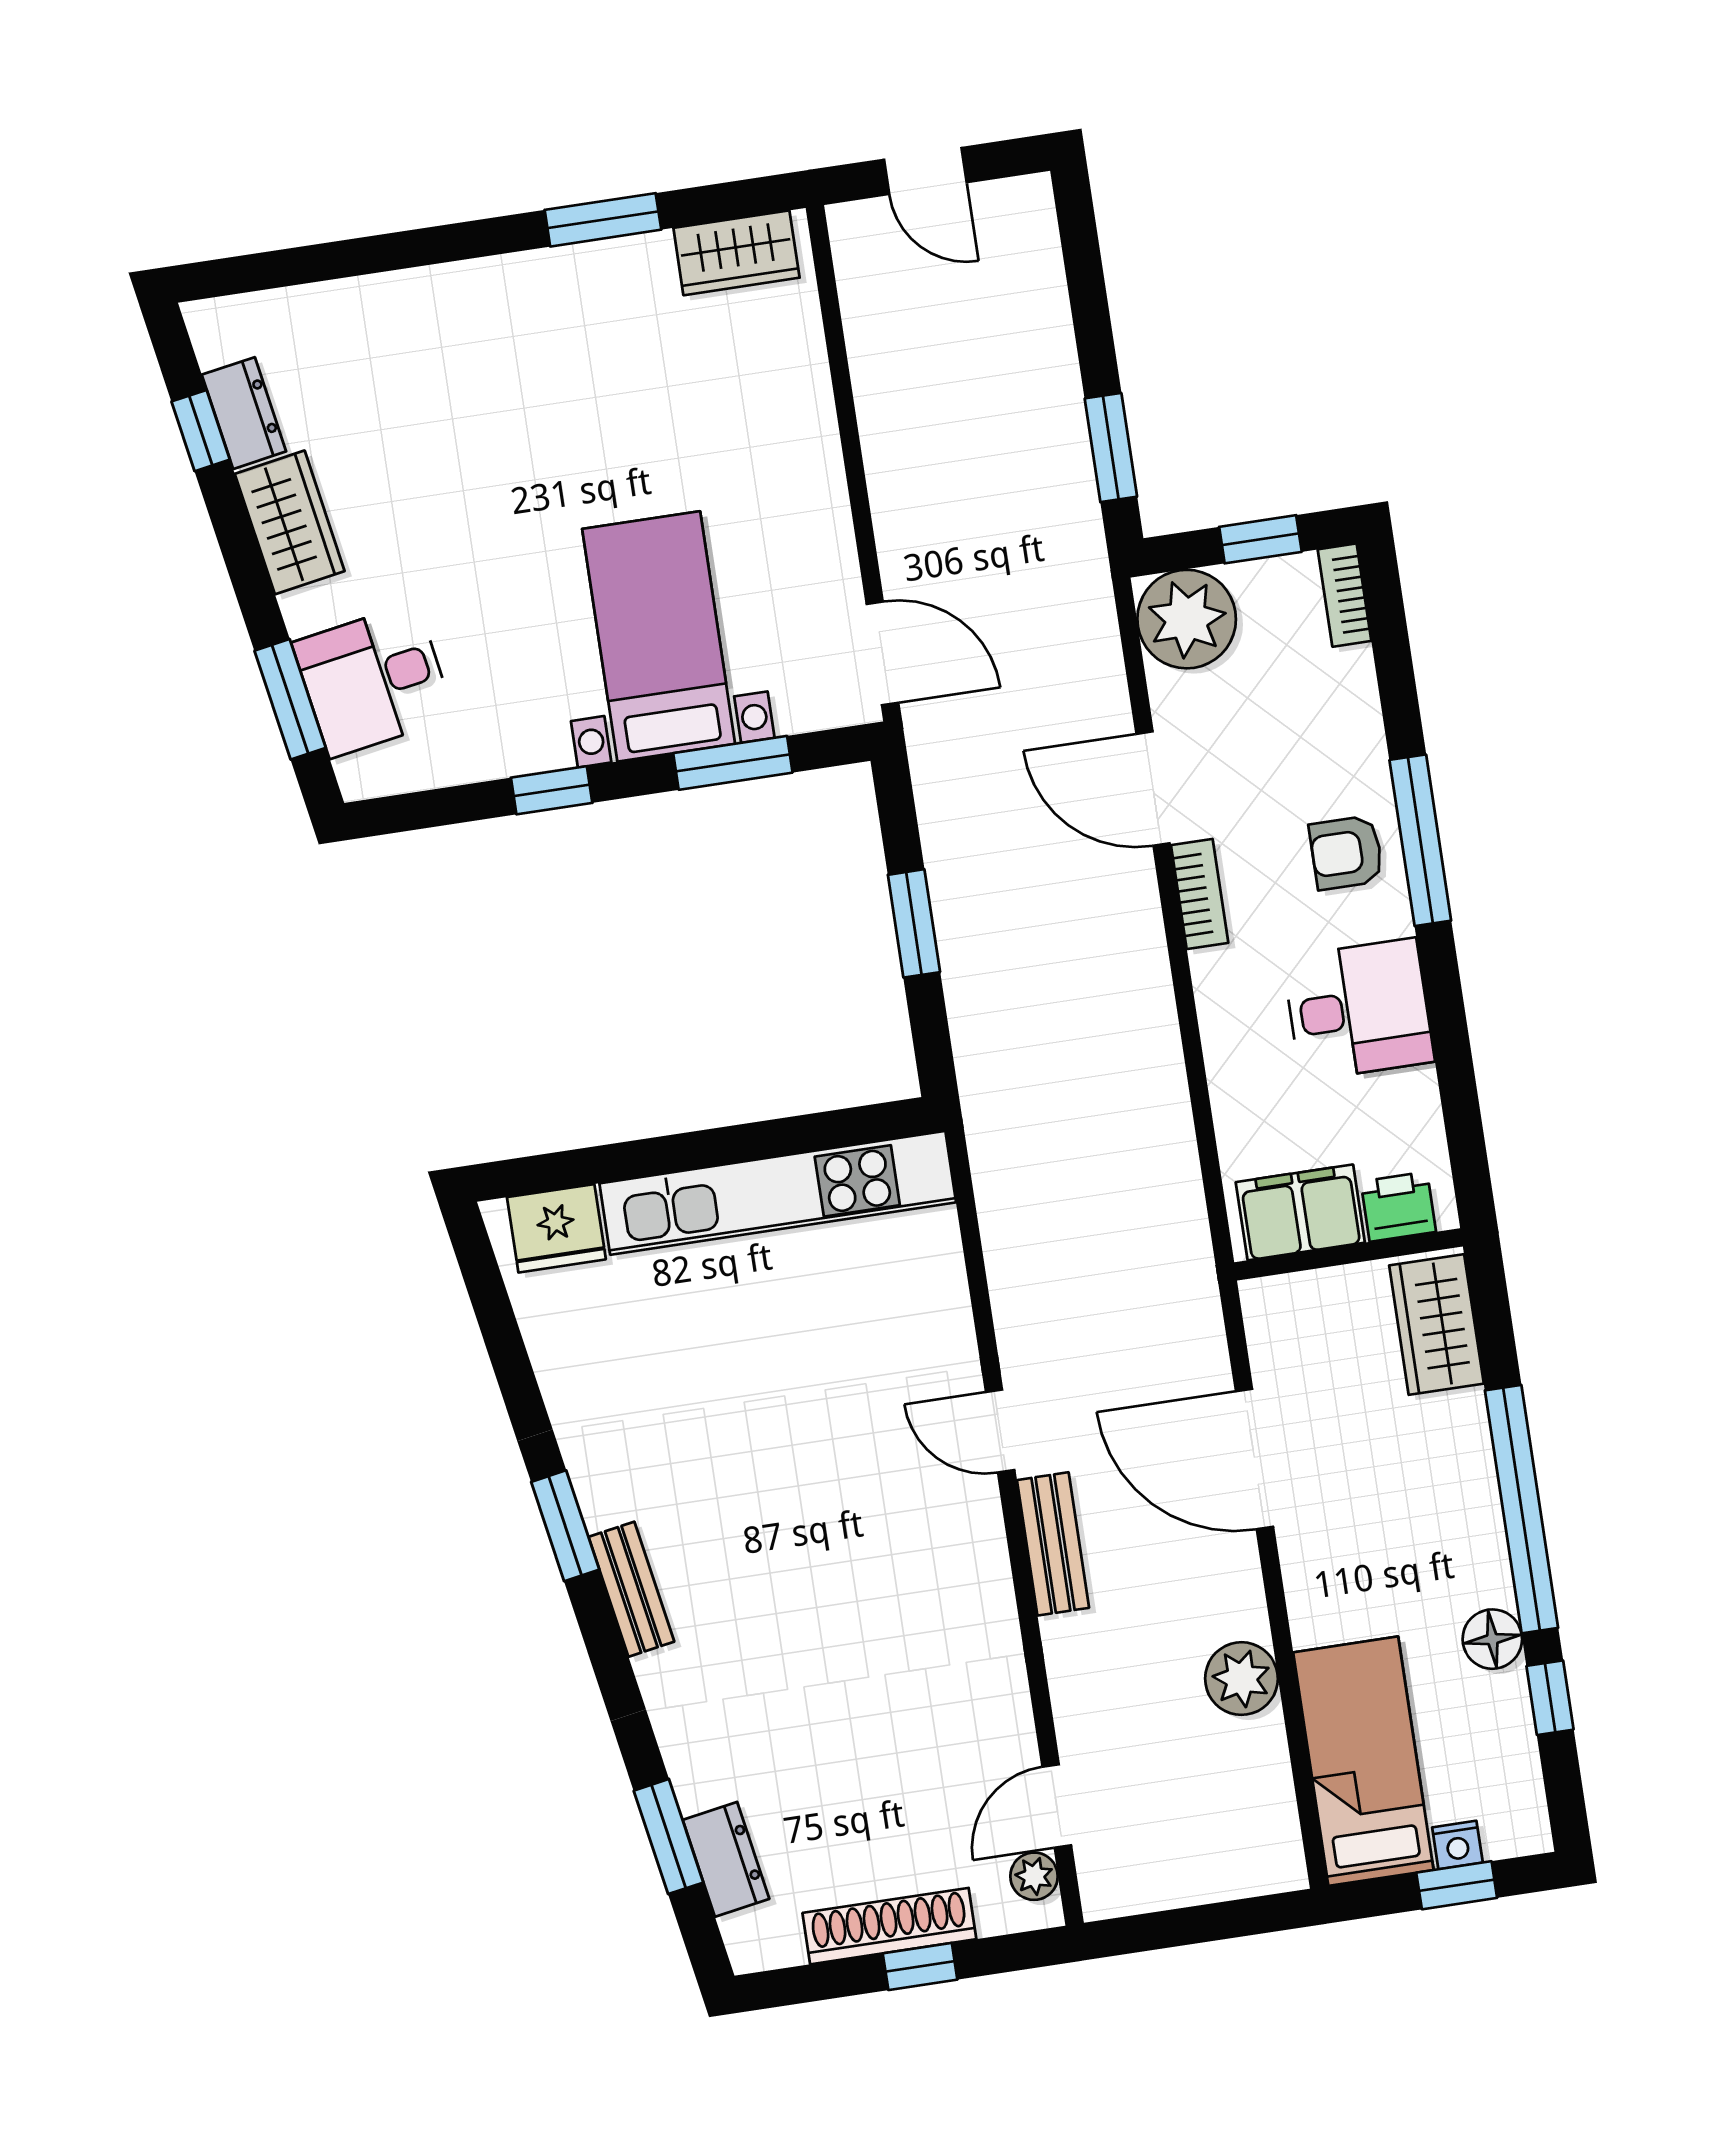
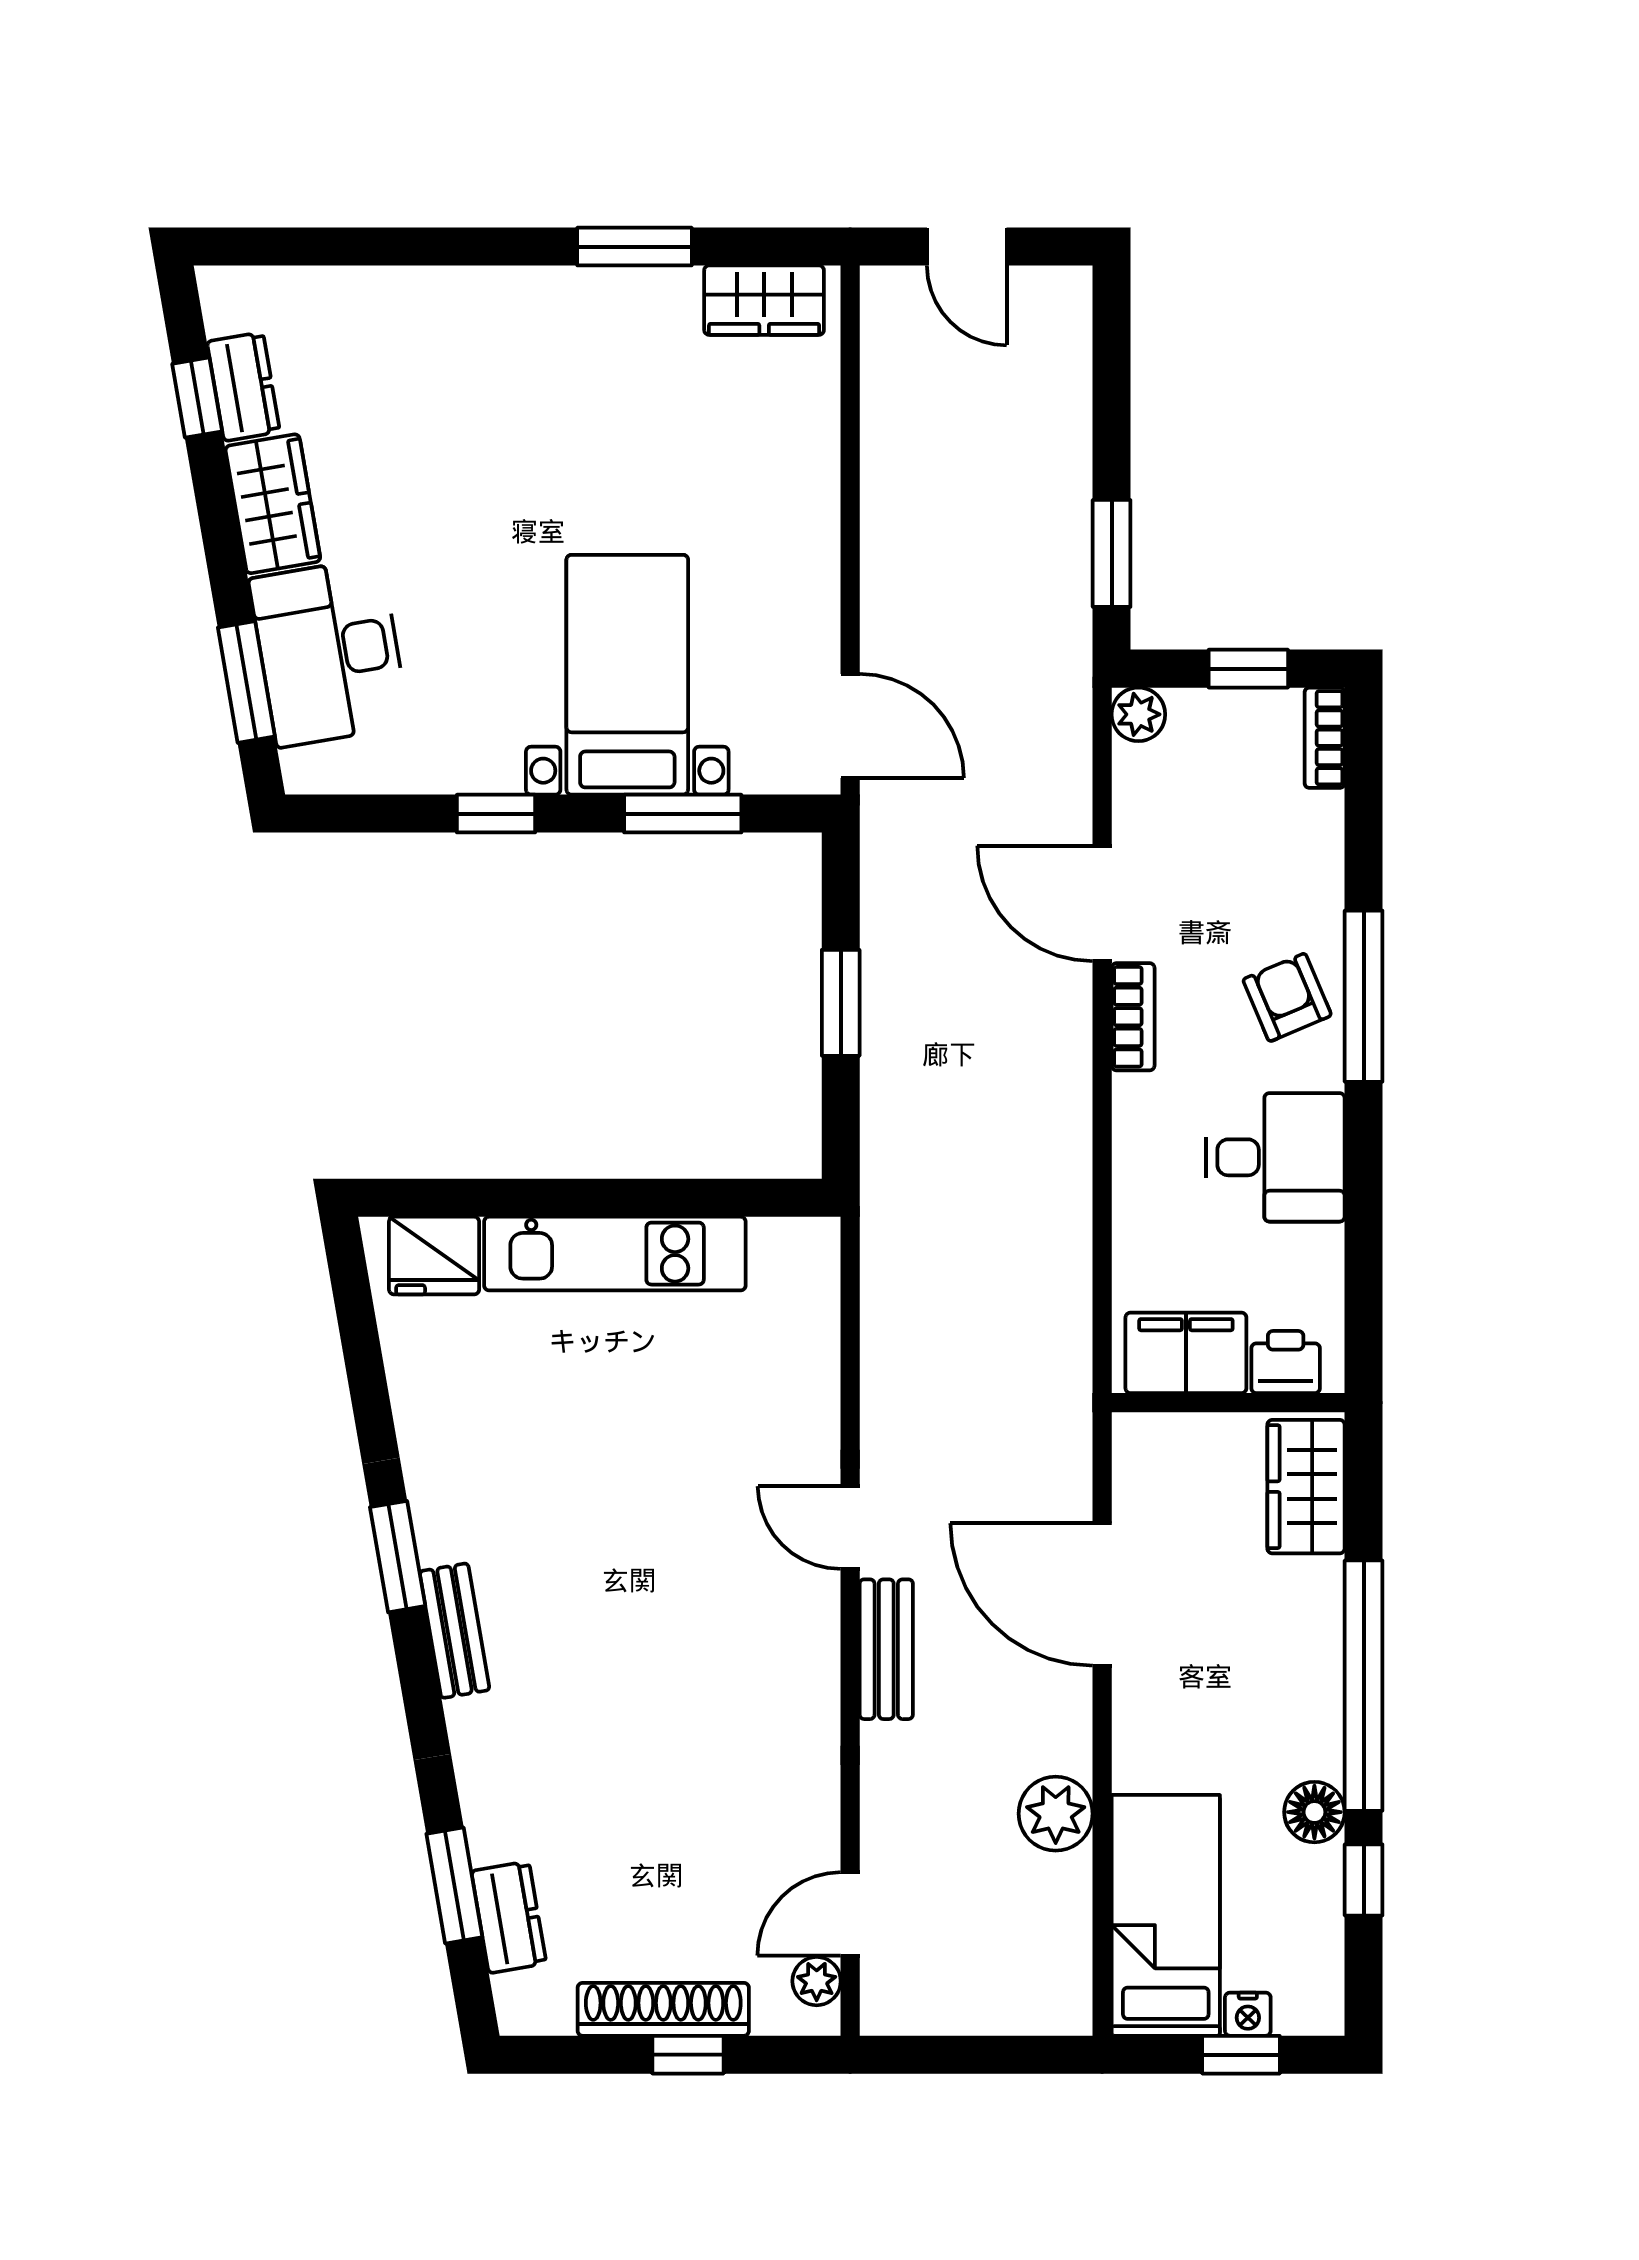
plant: (1187, 619) -> (1138, 714), width x0.53, depth x0.53
desk: (373, 680) -> (329, 652), width x1.37
armchair: (1346, 853) -> (1287, 997), turned 67
kitchen unit: (778, 1193) -> (615, 1254), width x0.73

